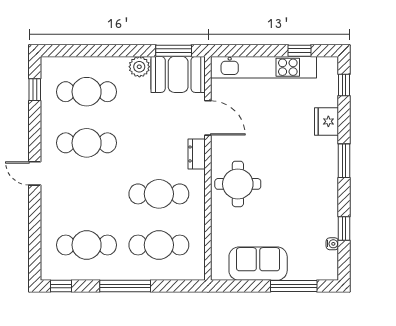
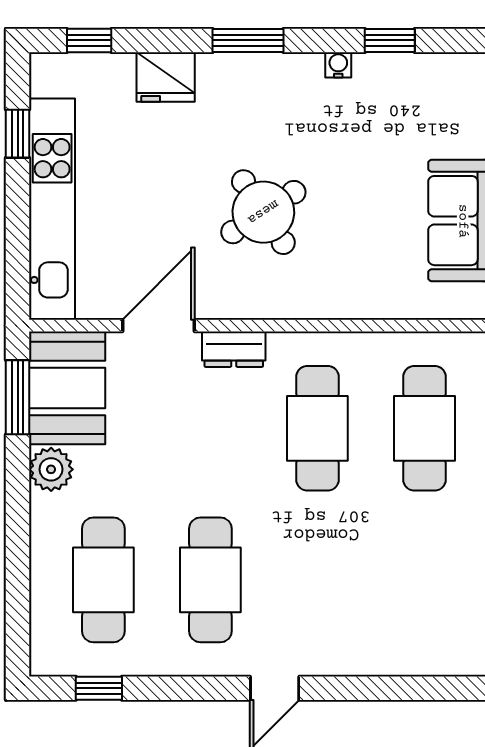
round table: (238, 184) -> (263, 212), moved, turned -33
water cooler: (332, 244) -> (338, 65), moved
cafe table: (87, 245) -> (425, 580), removed

